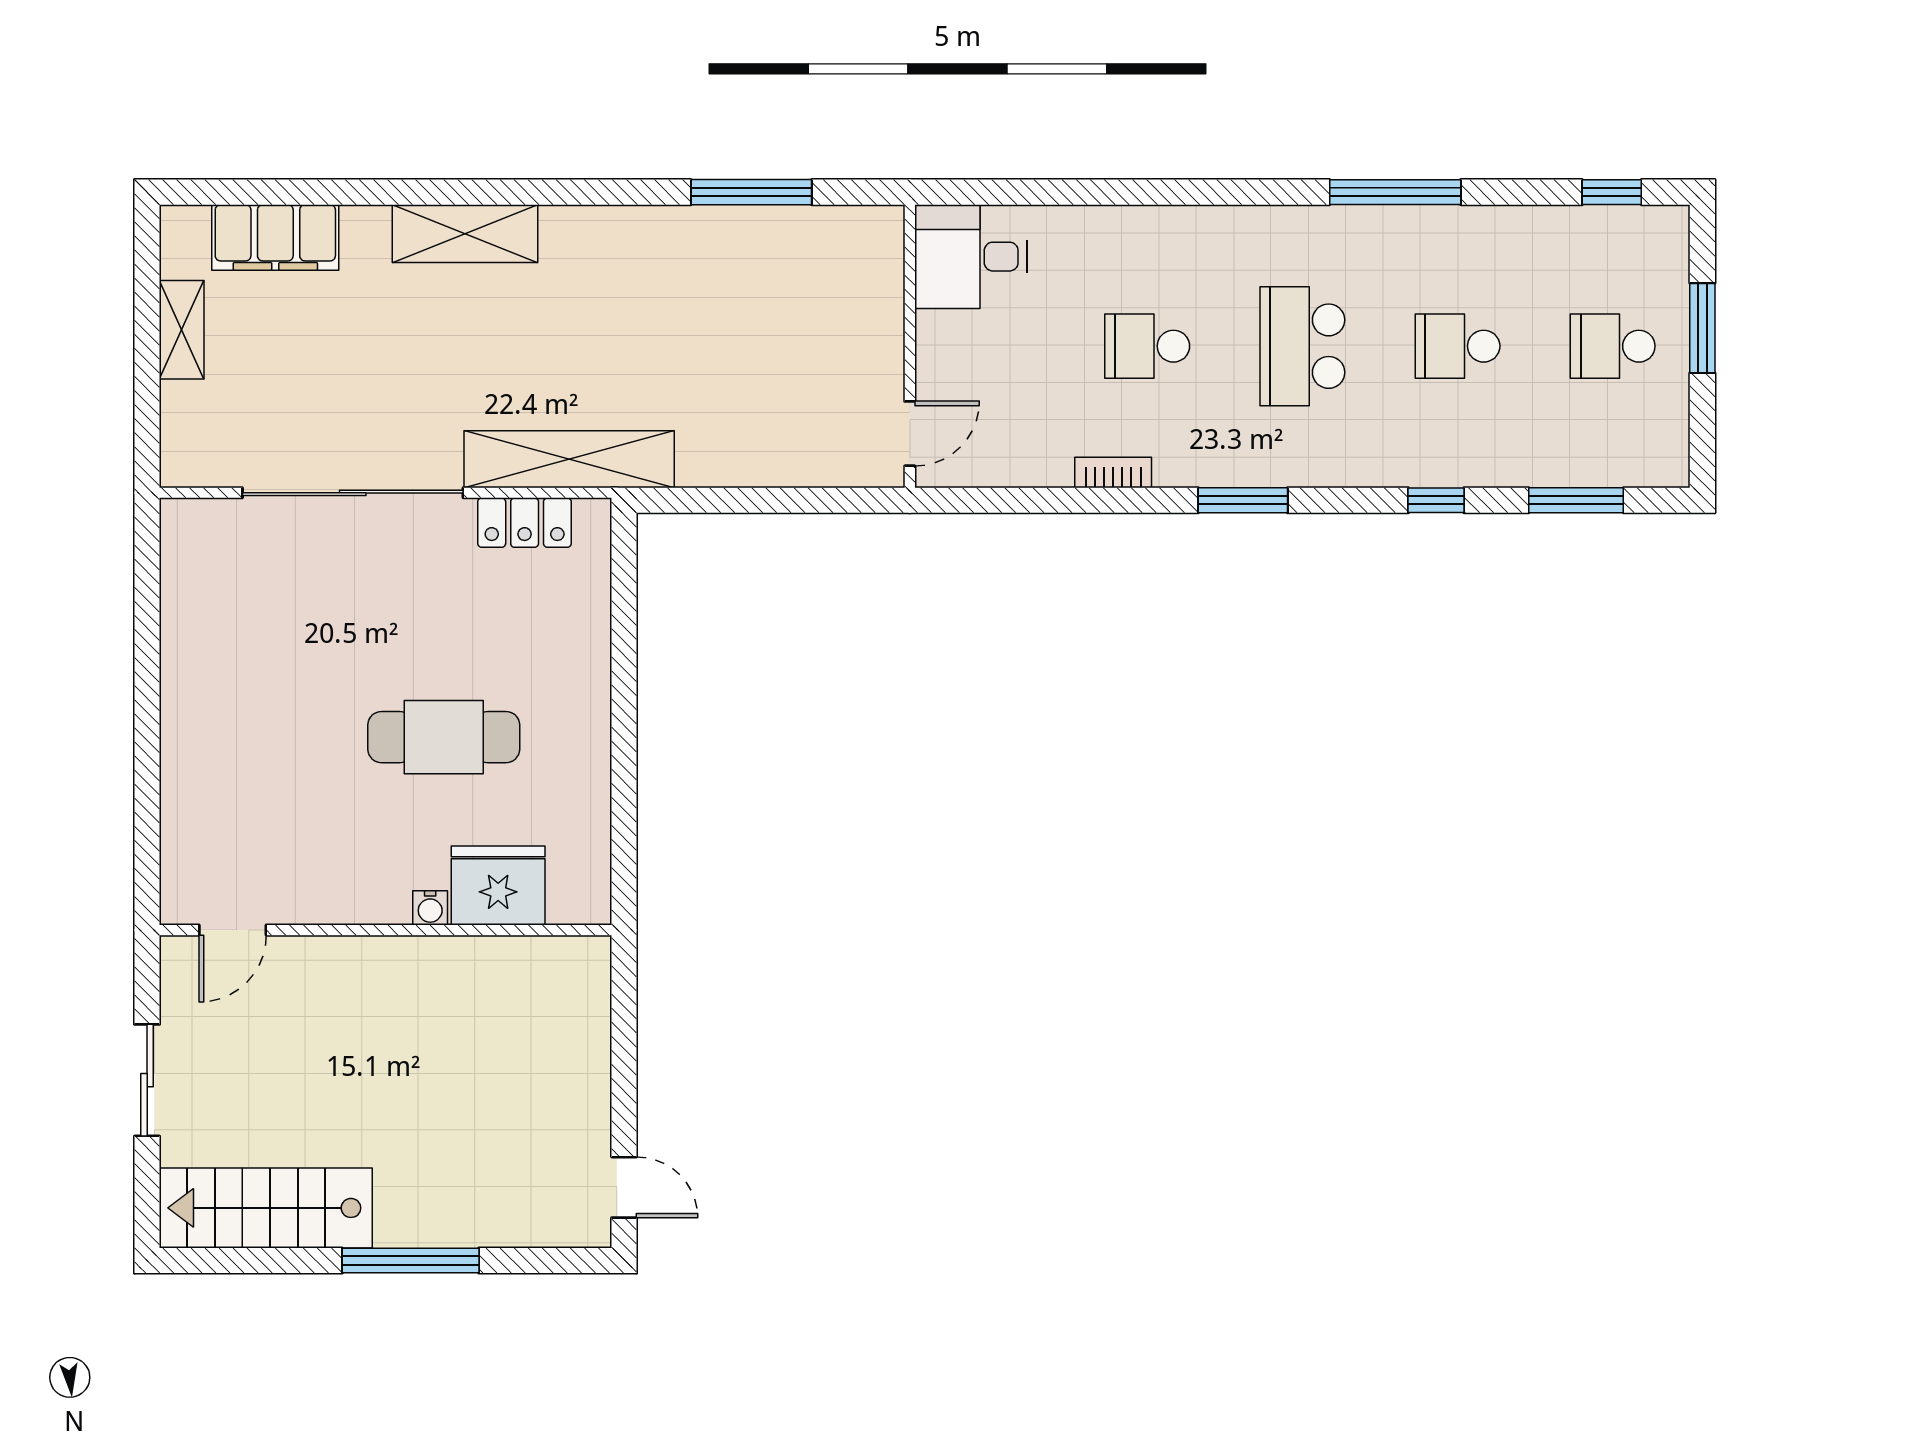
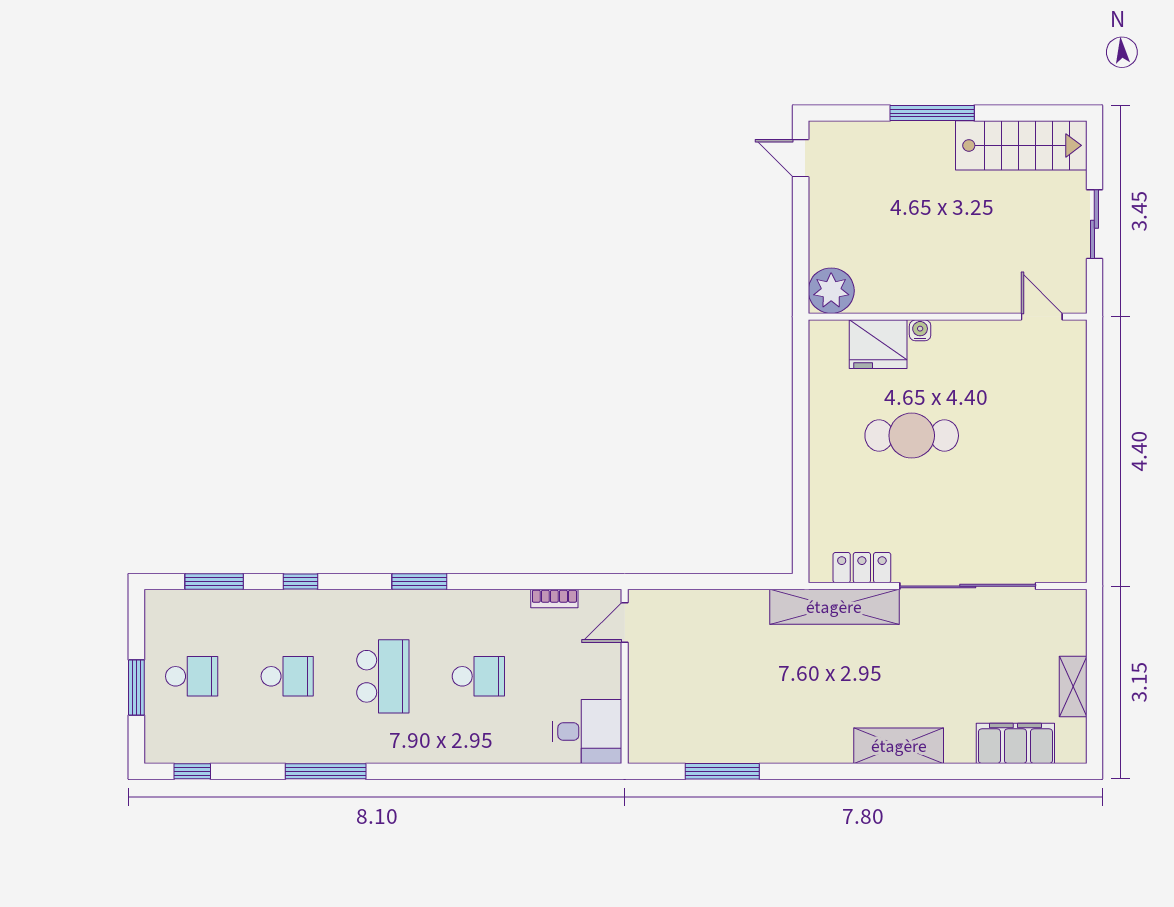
bookcase: (1113, 473) -> (554, 598), moved
door: (233, 930) -> (1042, 317), hinge flipped
plant: (574, 972) -> (831, 291), added

